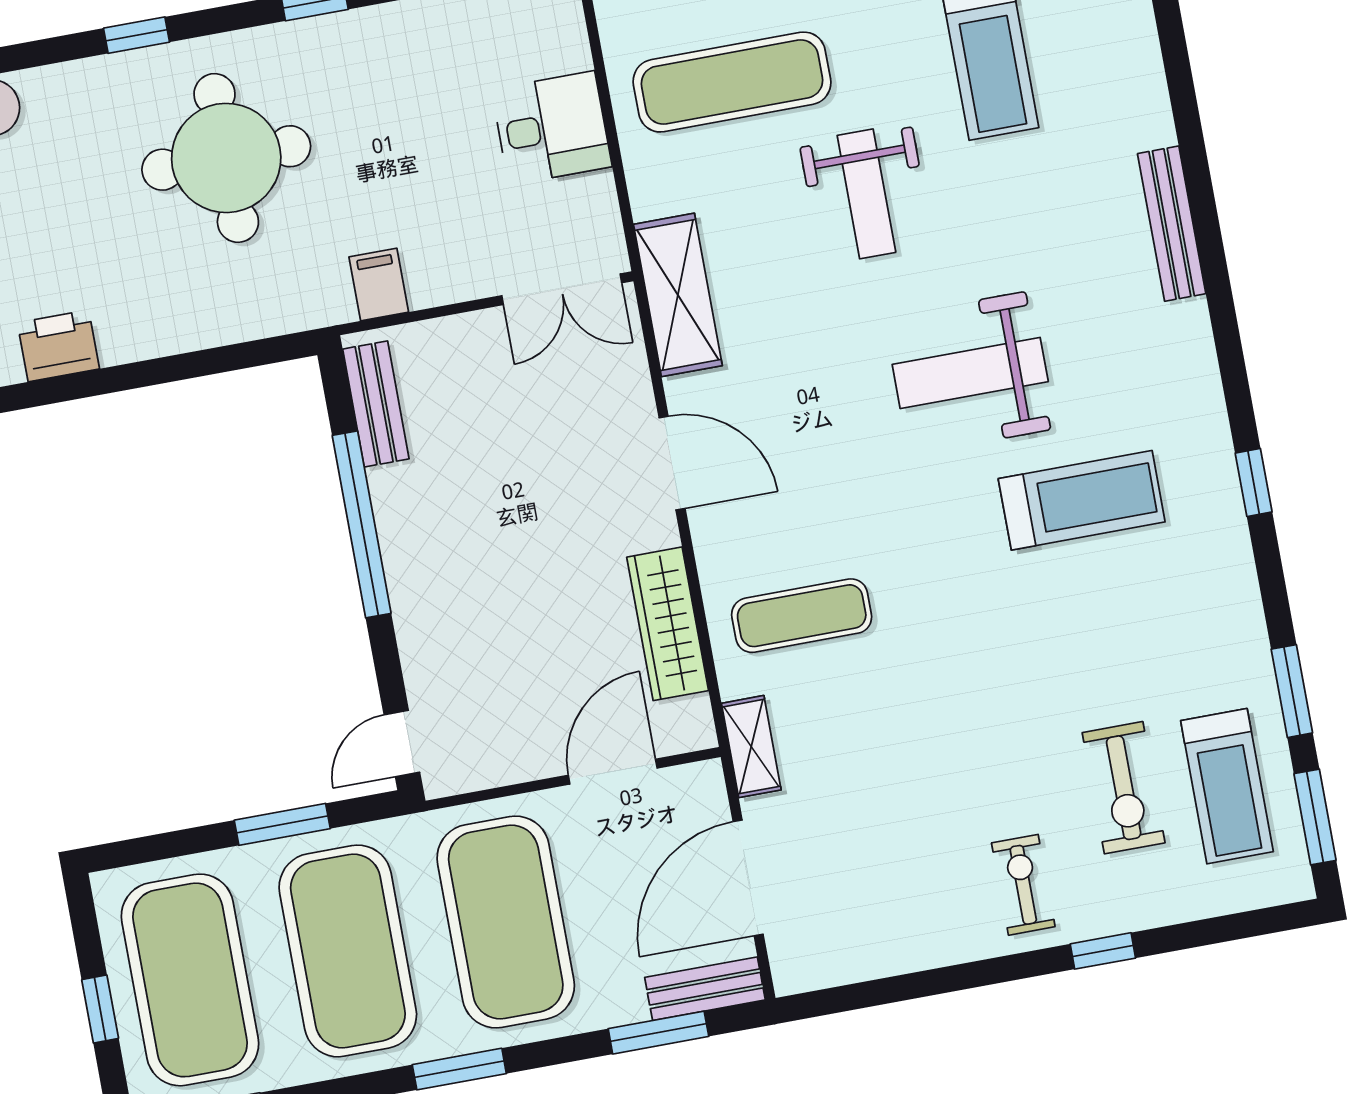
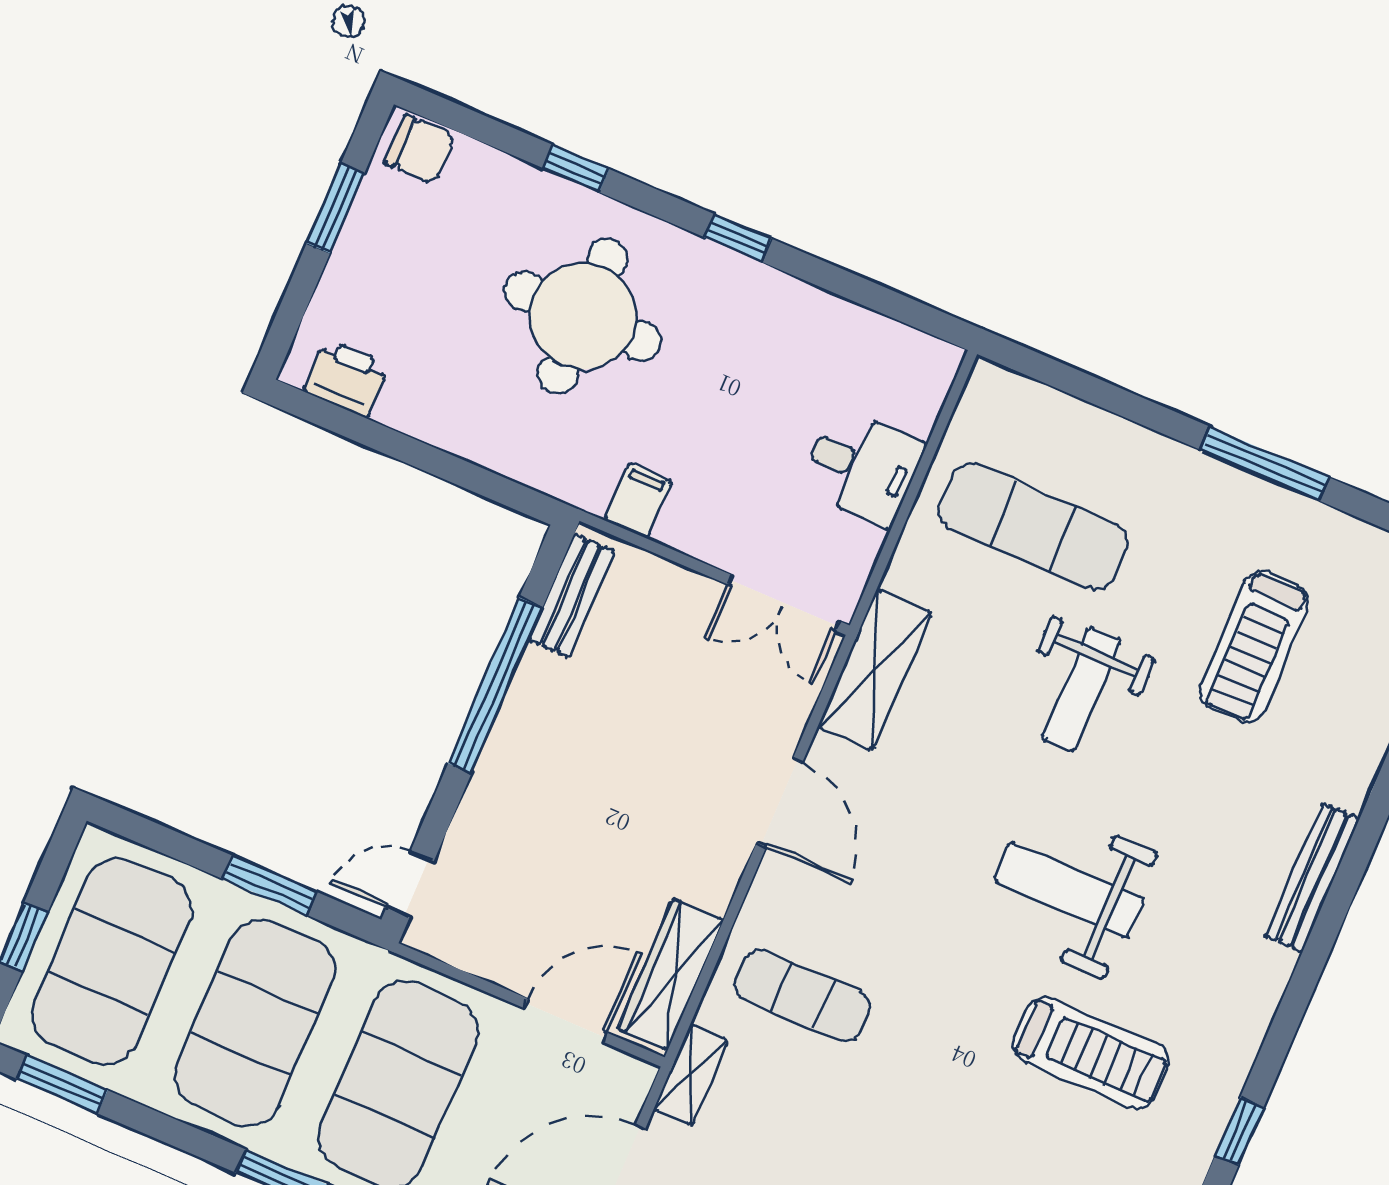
wardrobe: (668, 624) -> (671, 974), moved

